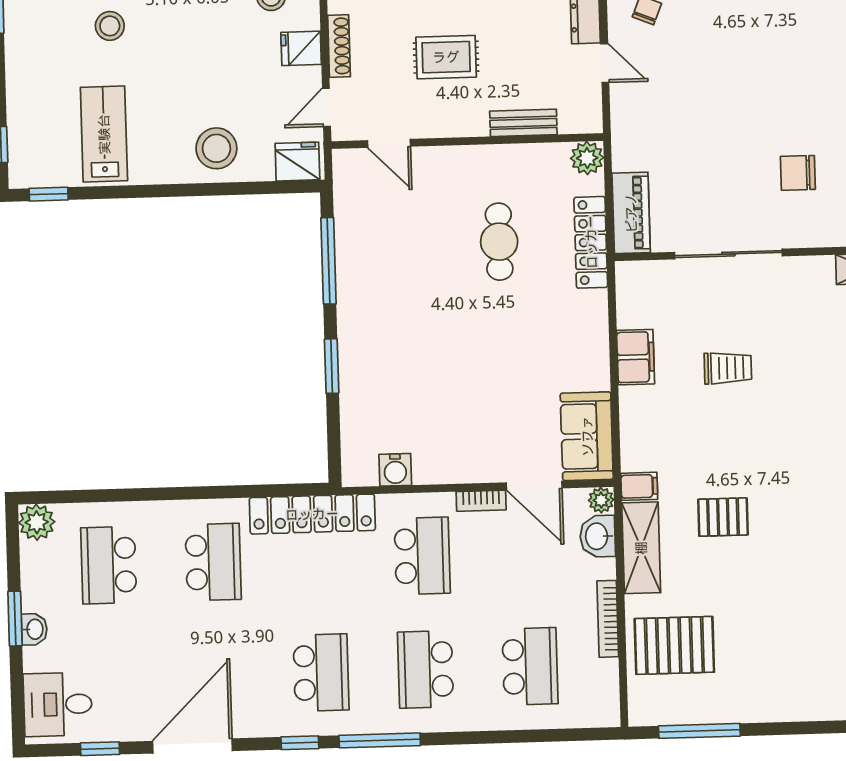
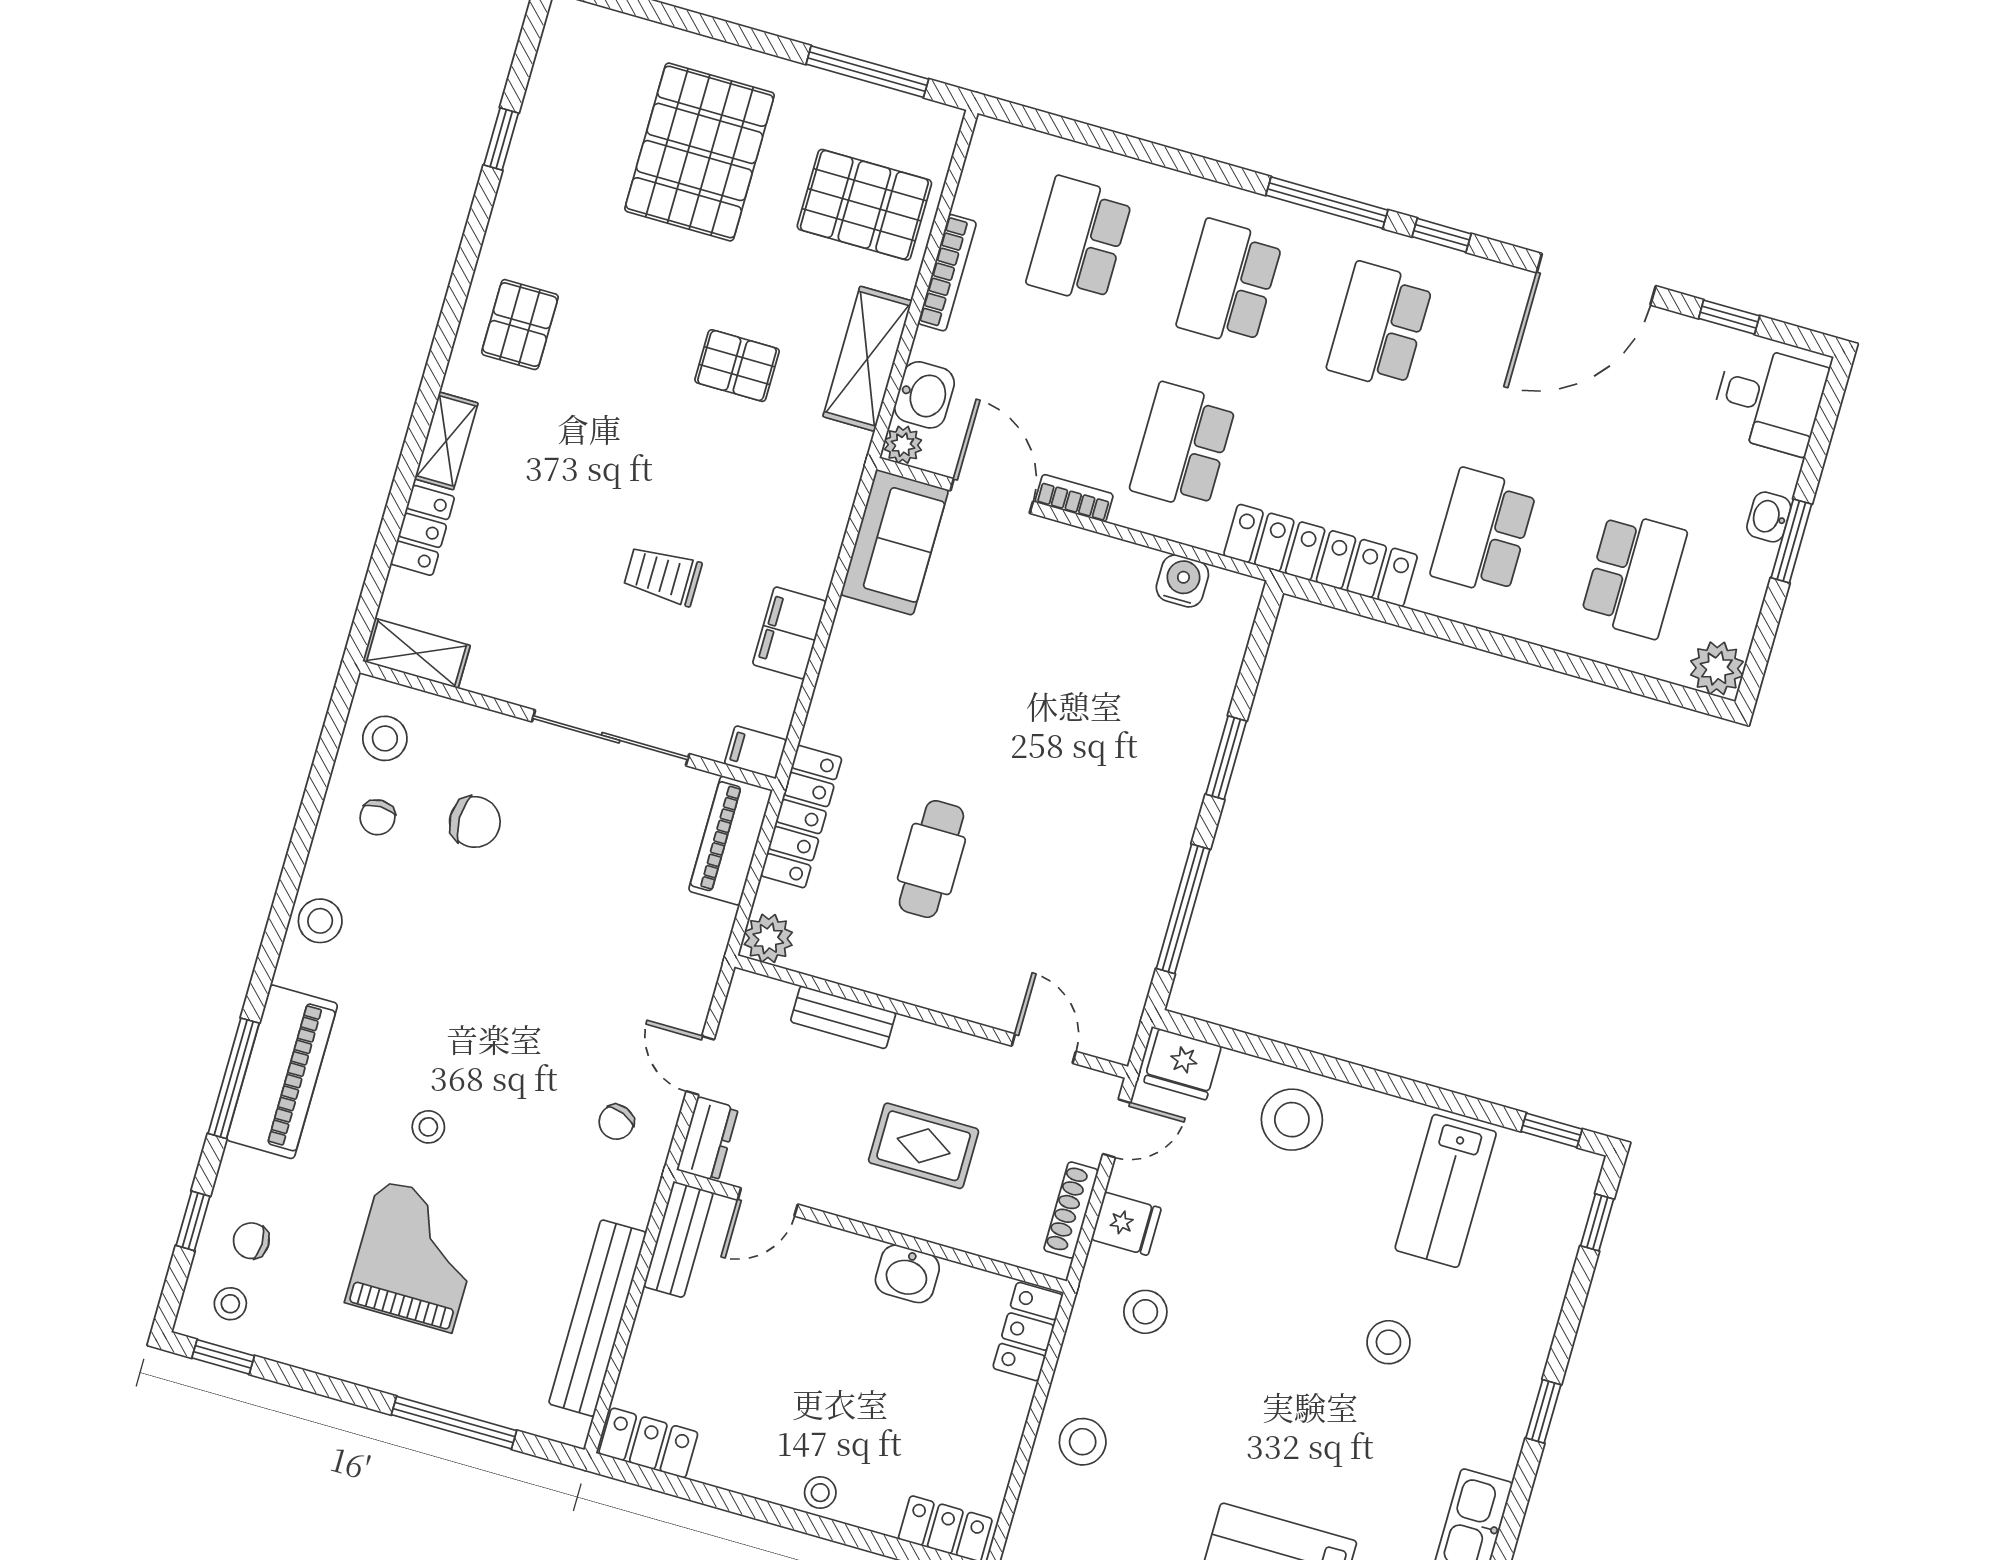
filing cabinet: (639, 486) -> (756, 752), moved
pallet: (790, 646) -> (700, 152), added
school desk: (426, 669) -> (1230, 283), turned 180

